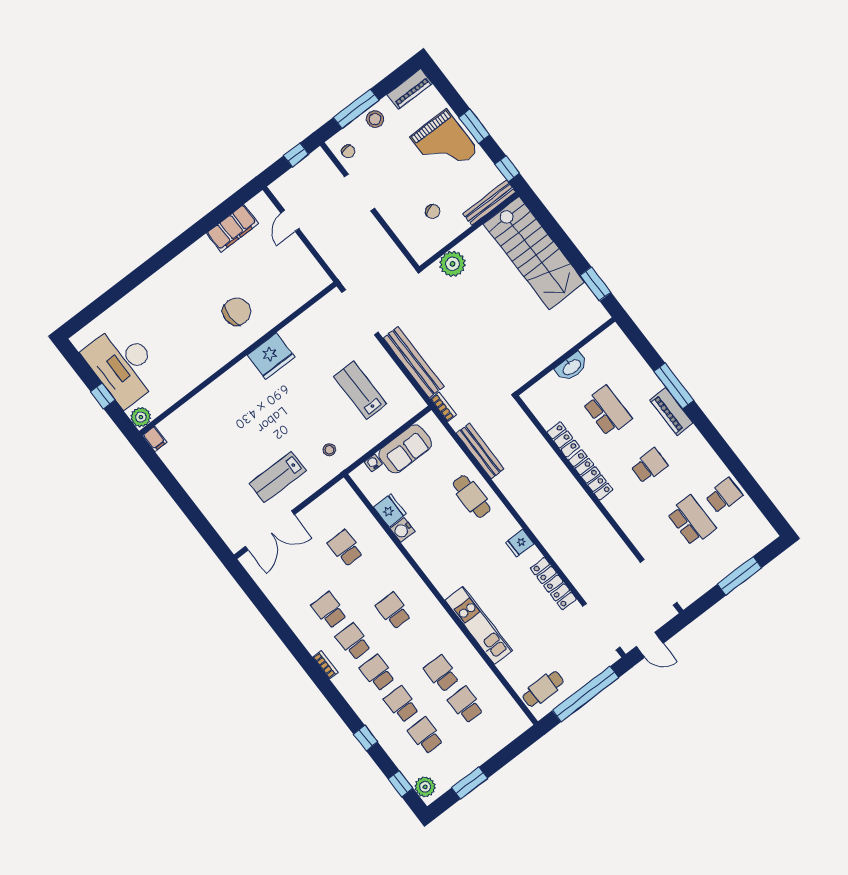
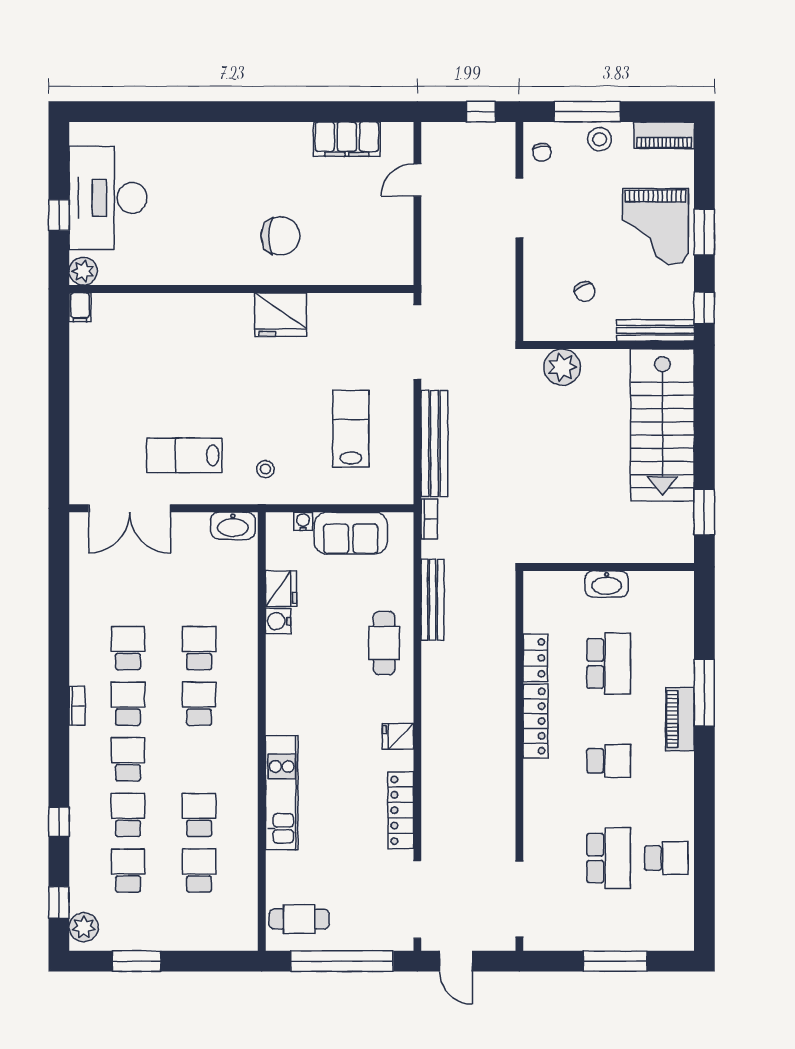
washbasin: (335, 496) -> (233, 526), added
school desk: (345, 548) -> (199, 648), moved

